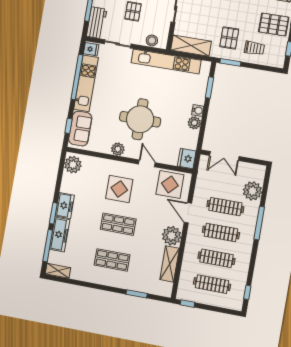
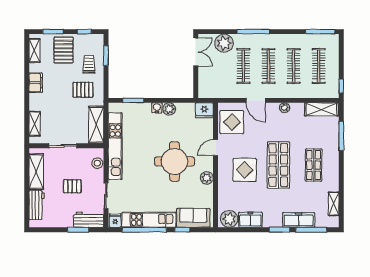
window: (230, 62) -> (106, 55), moved
window: (68, 126) -> (182, 230), moved
double door: (224, 156) -> (196, 52), moved
freezer: (65, 206) -> (250, 220), moved
door: (188, 213) -> (256, 100), hinge flipped
shop shelf: (118, 224) -> (278, 165), width x1.43, depth x1.36
plant: (172, 236) -> (284, 108), width x0.53, depth x0.53
shelving: (170, 264) -> (321, 109), moved
shelving: (58, 271) -> (334, 204), moved
window: (247, 292) -> (320, 32), width x2.17
window: (137, 294) -> (341, 136), width x1.44

